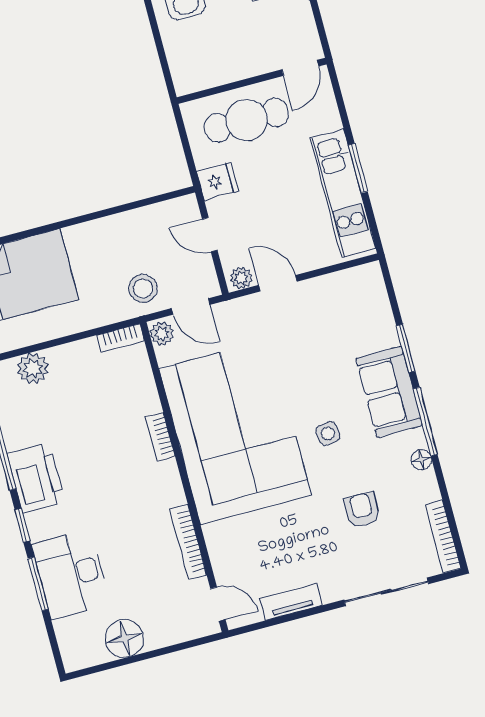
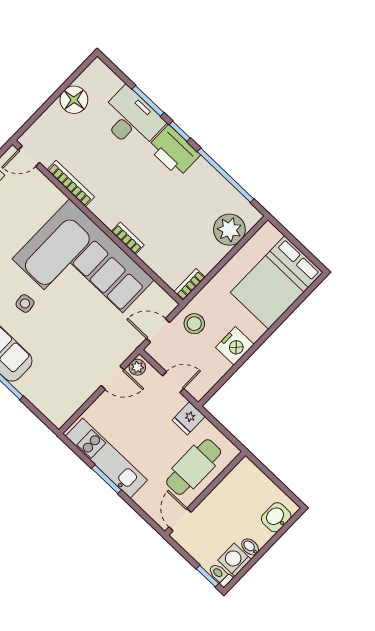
nightstand: (111, 233) -> (235, 346), added
plant: (162, 334) -> (166, 303), removed
plant: (33, 368) -> (229, 230), width x1.36, depth x1.36
printer: (36, 478) -> (174, 151), moved

